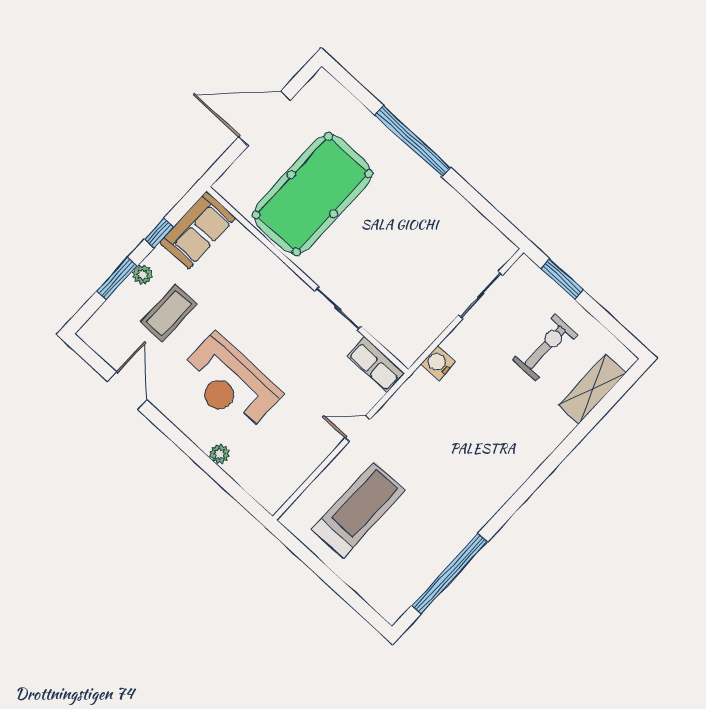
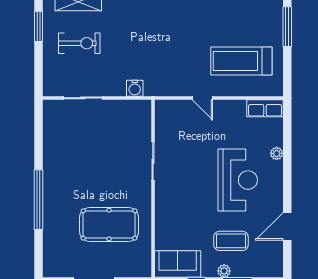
pool table: (312, 194) -> (109, 225), width x0.73, depth x0.76
window: (562, 279) -> (39, 26), moved
exercise bike: (545, 347) -> (79, 43), turned 180
row of seats: (376, 365) -> (265, 108), moved, turned 90
window: (350, 596) -> (287, 27), added

